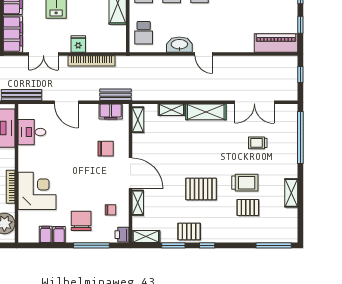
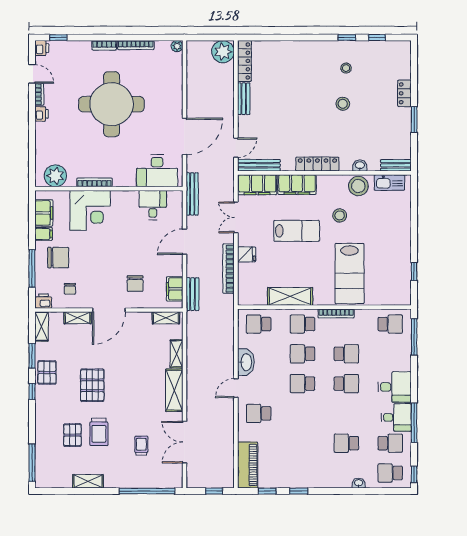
school desk: (227, 33) -> (259, 413), added
filing cabinet: (46, 234) -> (44, 213), width x2.00

